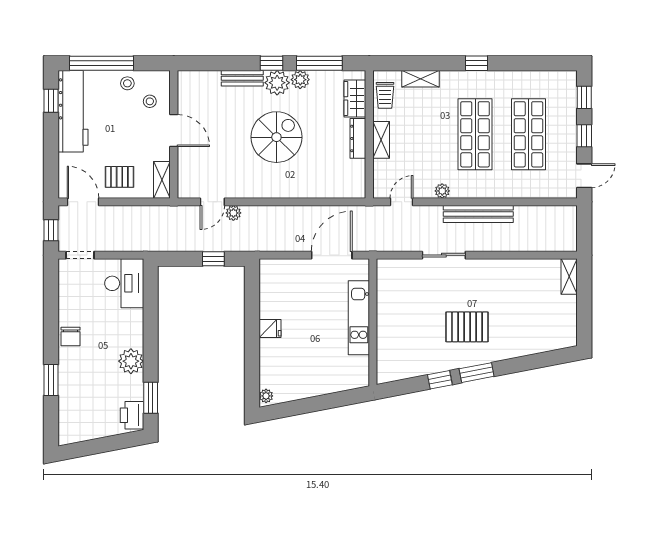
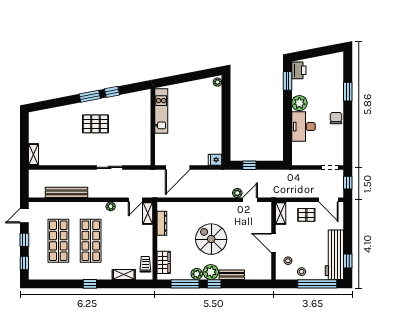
spiral stairs: (276, 137) -> (211, 239), turned 90
dresser: (358, 138) -> (162, 223), moved
shelving: (381, 140) -> (148, 213), moved
bench: (478, 214) -> (67, 192), moved
desk: (124, 283) -> (303, 127), moved
kitchen unit: (359, 318) -> (161, 111), moved
fridge: (270, 329) -> (215, 160), moved

